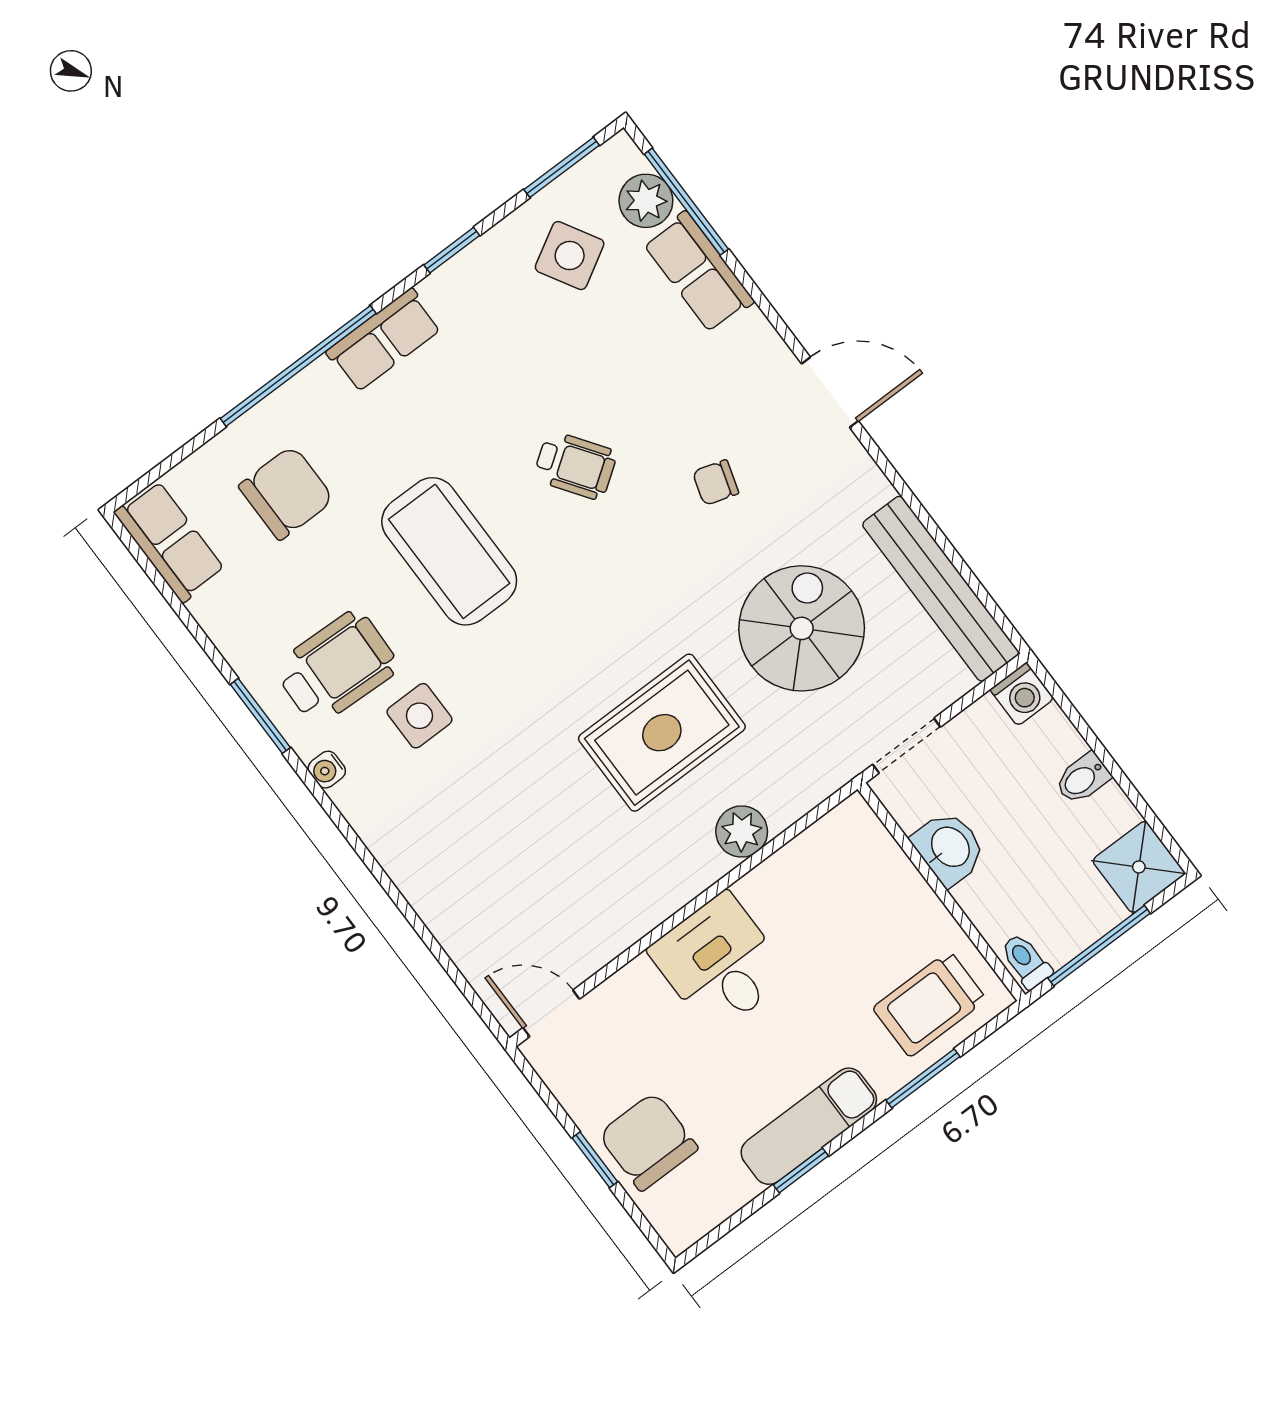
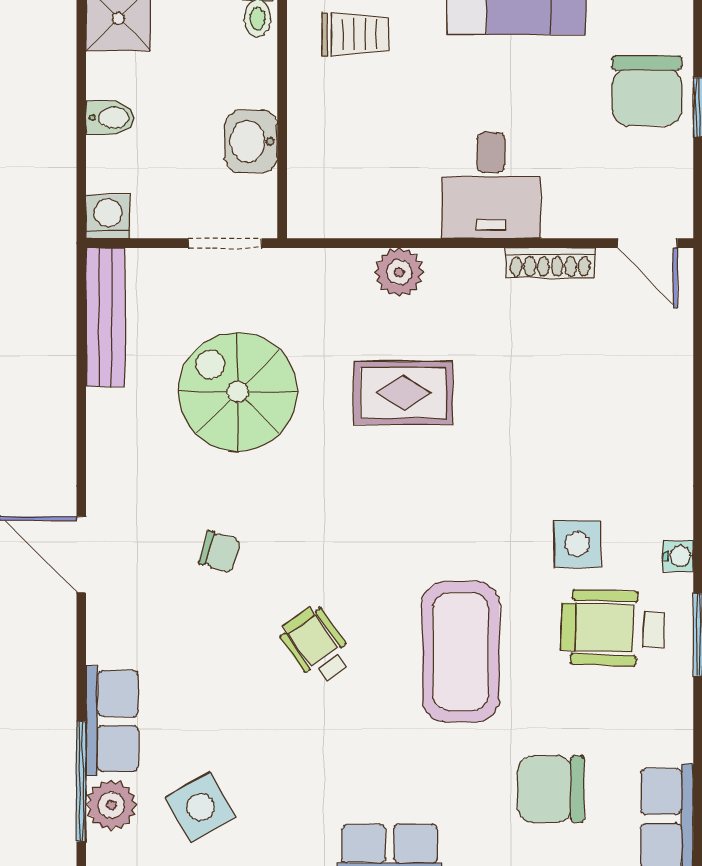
bench: (941, 589) -> (105, 317), width x0.73, depth x0.82
spiral stairs: (802, 628) -> (238, 392), turned 90
rug: (662, 733) -> (403, 393), width x0.73, depth x0.70
shoe rack: (620, 935) -> (550, 263), added
trolley: (930, 1004) -> (355, 34), width x0.73, depth x0.72

